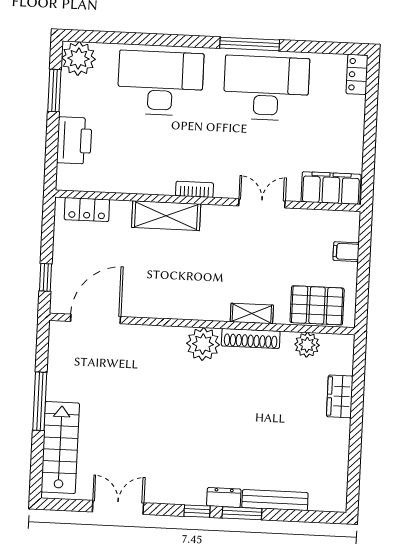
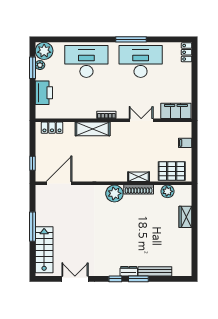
plant: (69, 86) -> (40, 65), added

